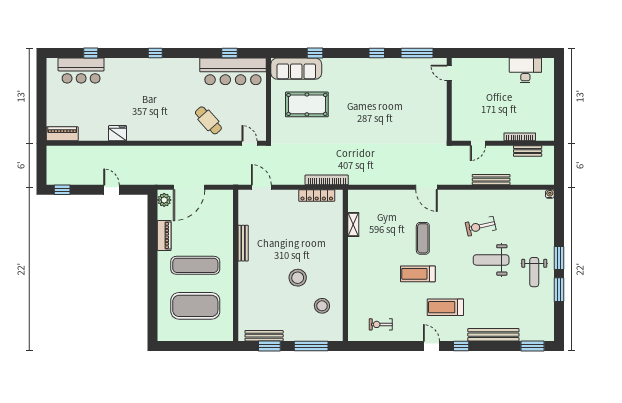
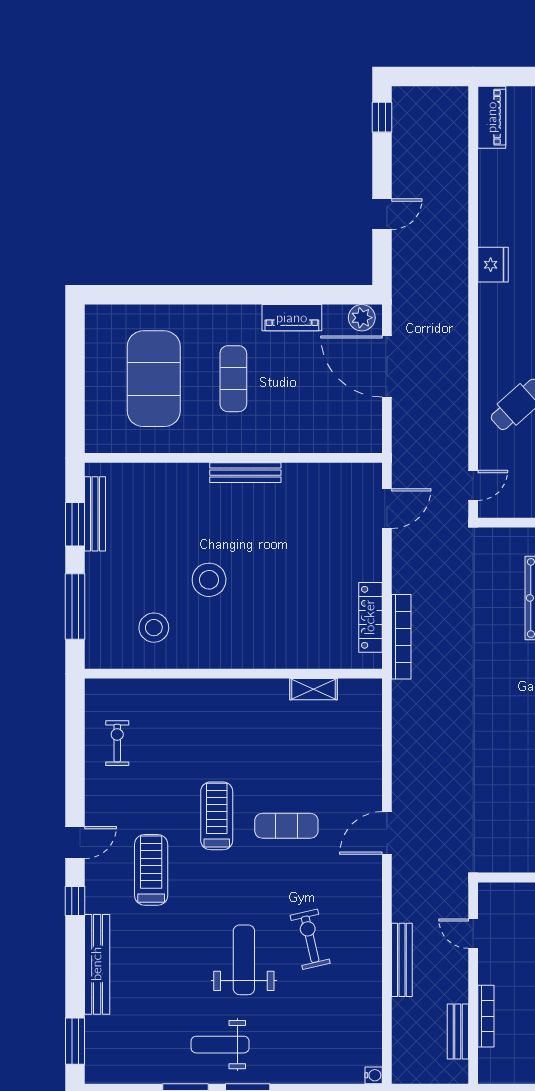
fridge: (118, 133) -> (493, 265), moved
bench: (243, 243) -> (245, 473), moved
exercise mat: (195, 265) -> (233, 379), width x0.73, depth x0.69

